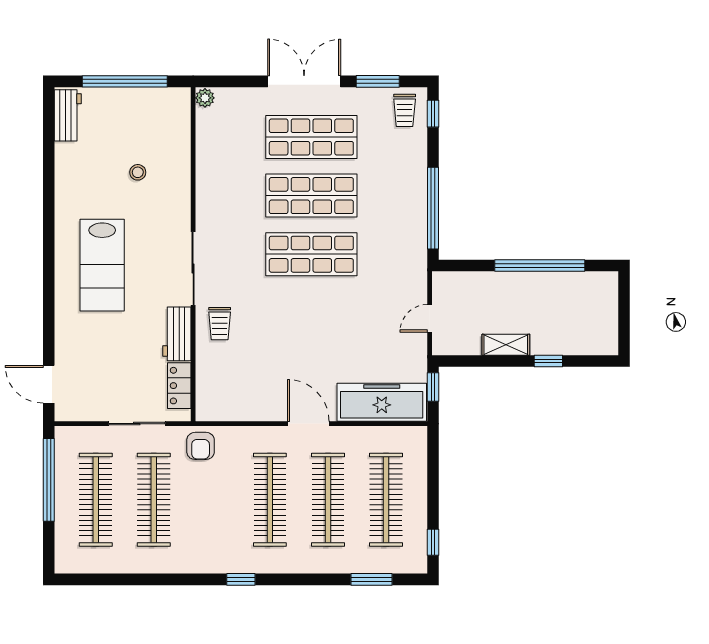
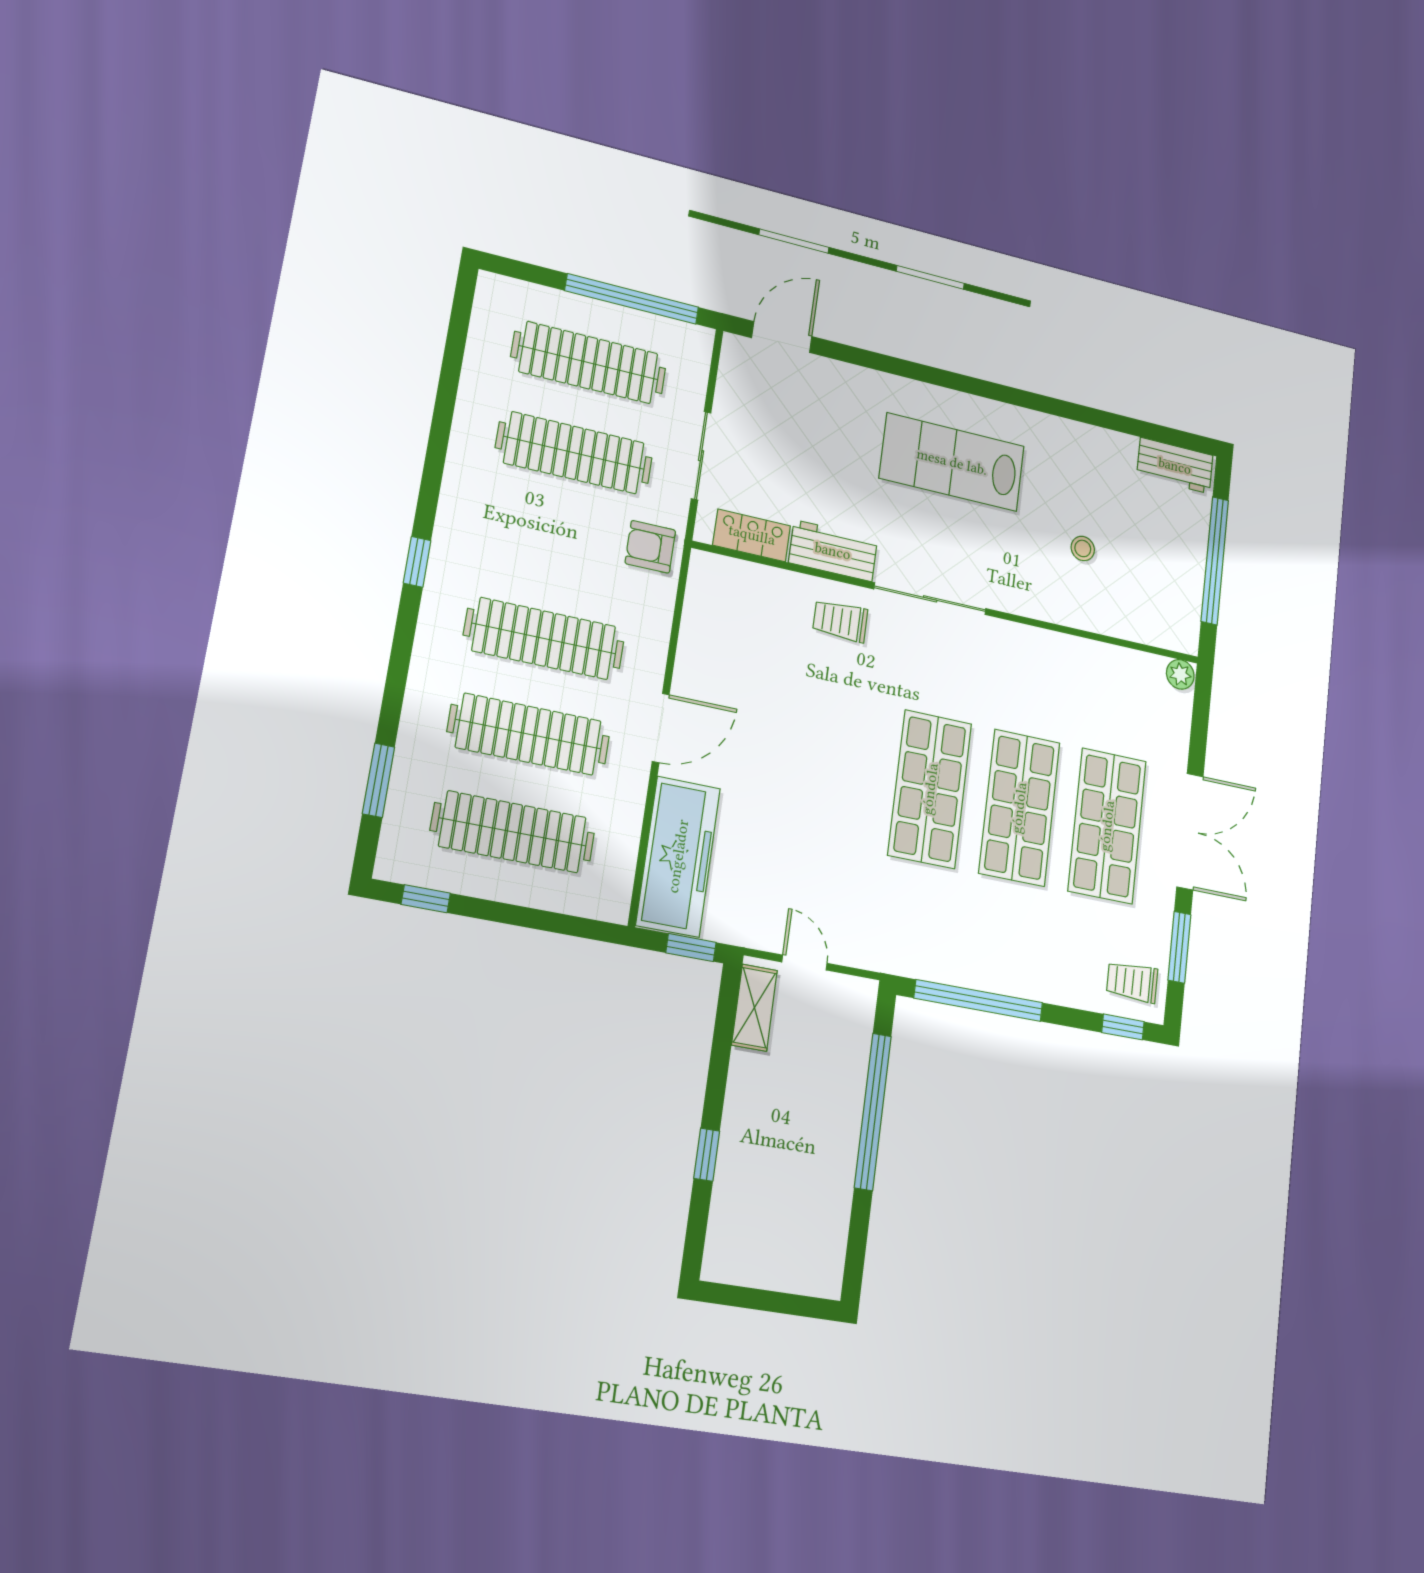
window: (540, 266) -> (873, 1112), moved
shelving: (506, 345) -> (754, 1008), moved

